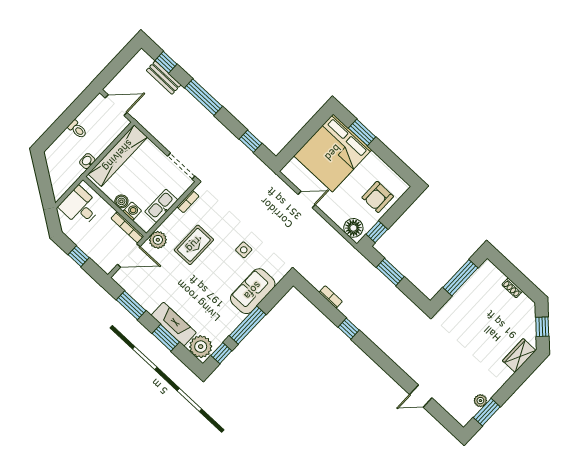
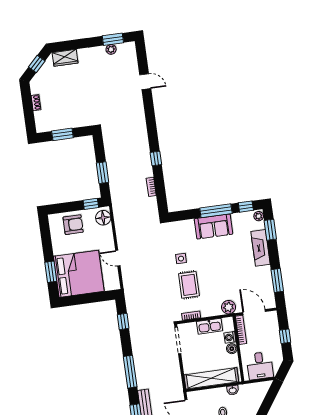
rug: (194, 245) -> (189, 285), moved, turned 90
window: (460, 278) -> (62, 134), width x0.69
sofa: (253, 291) -> (213, 226), moved
window: (166, 338) -> (270, 230), moved
plant: (201, 347) -> (259, 216), width x0.53, depth x0.53

